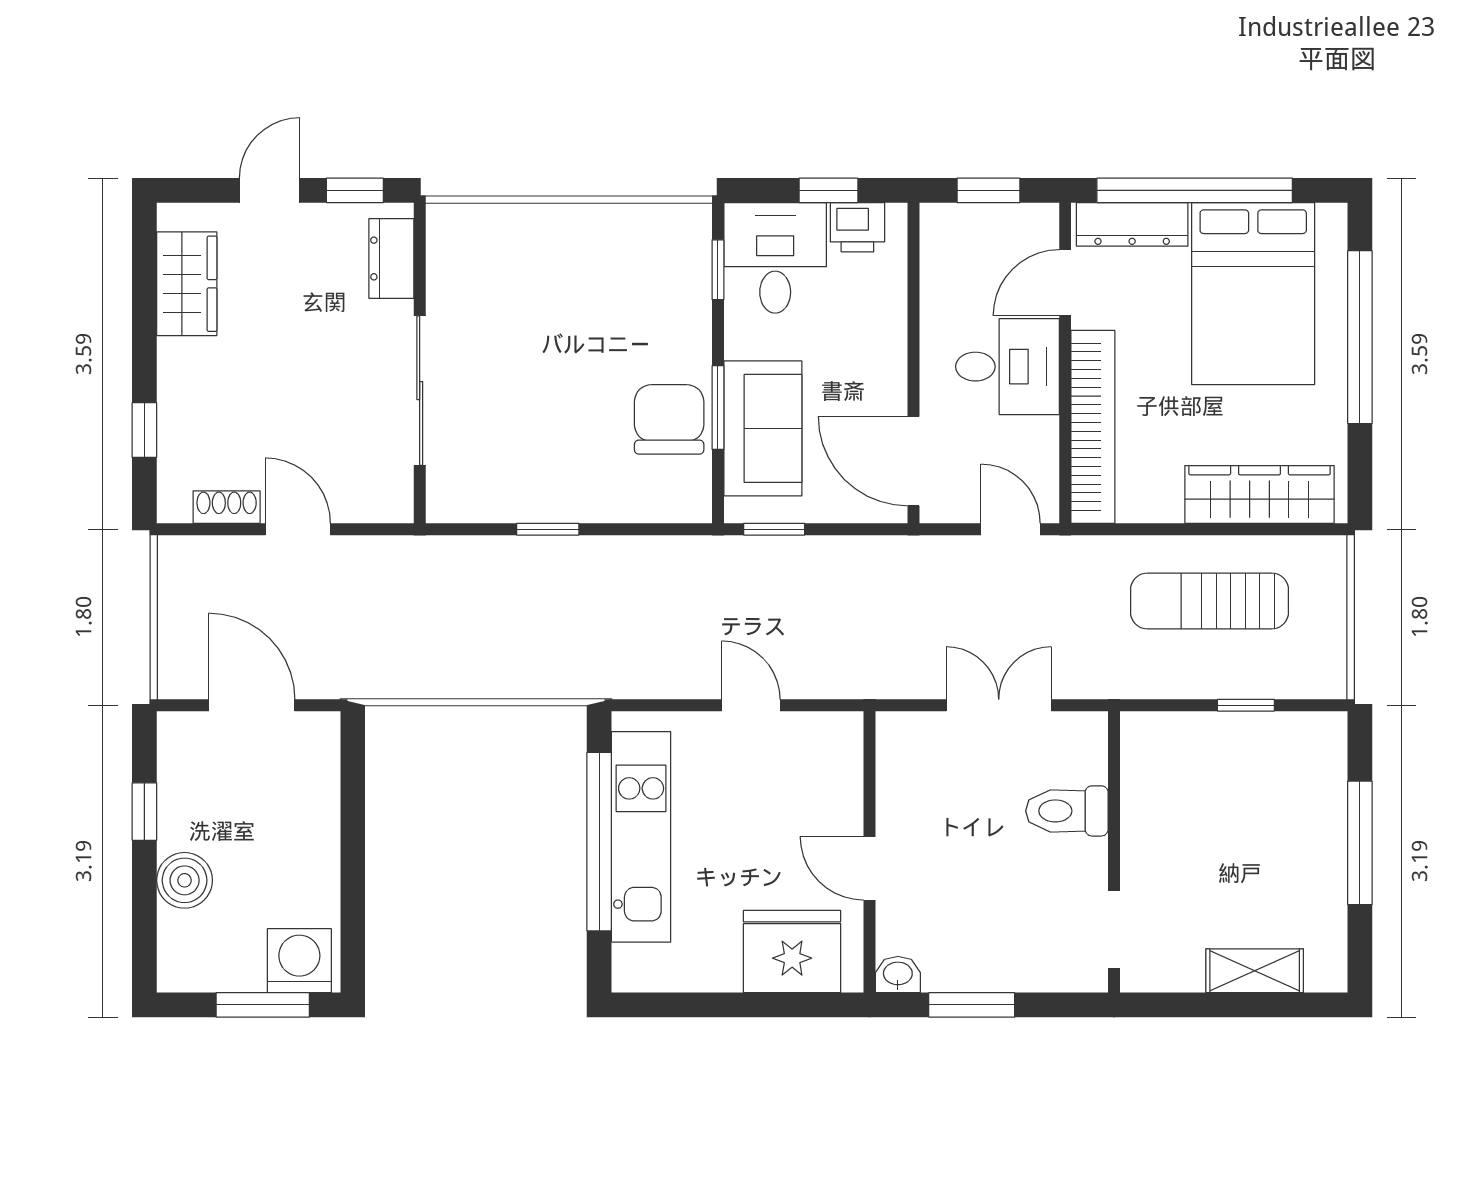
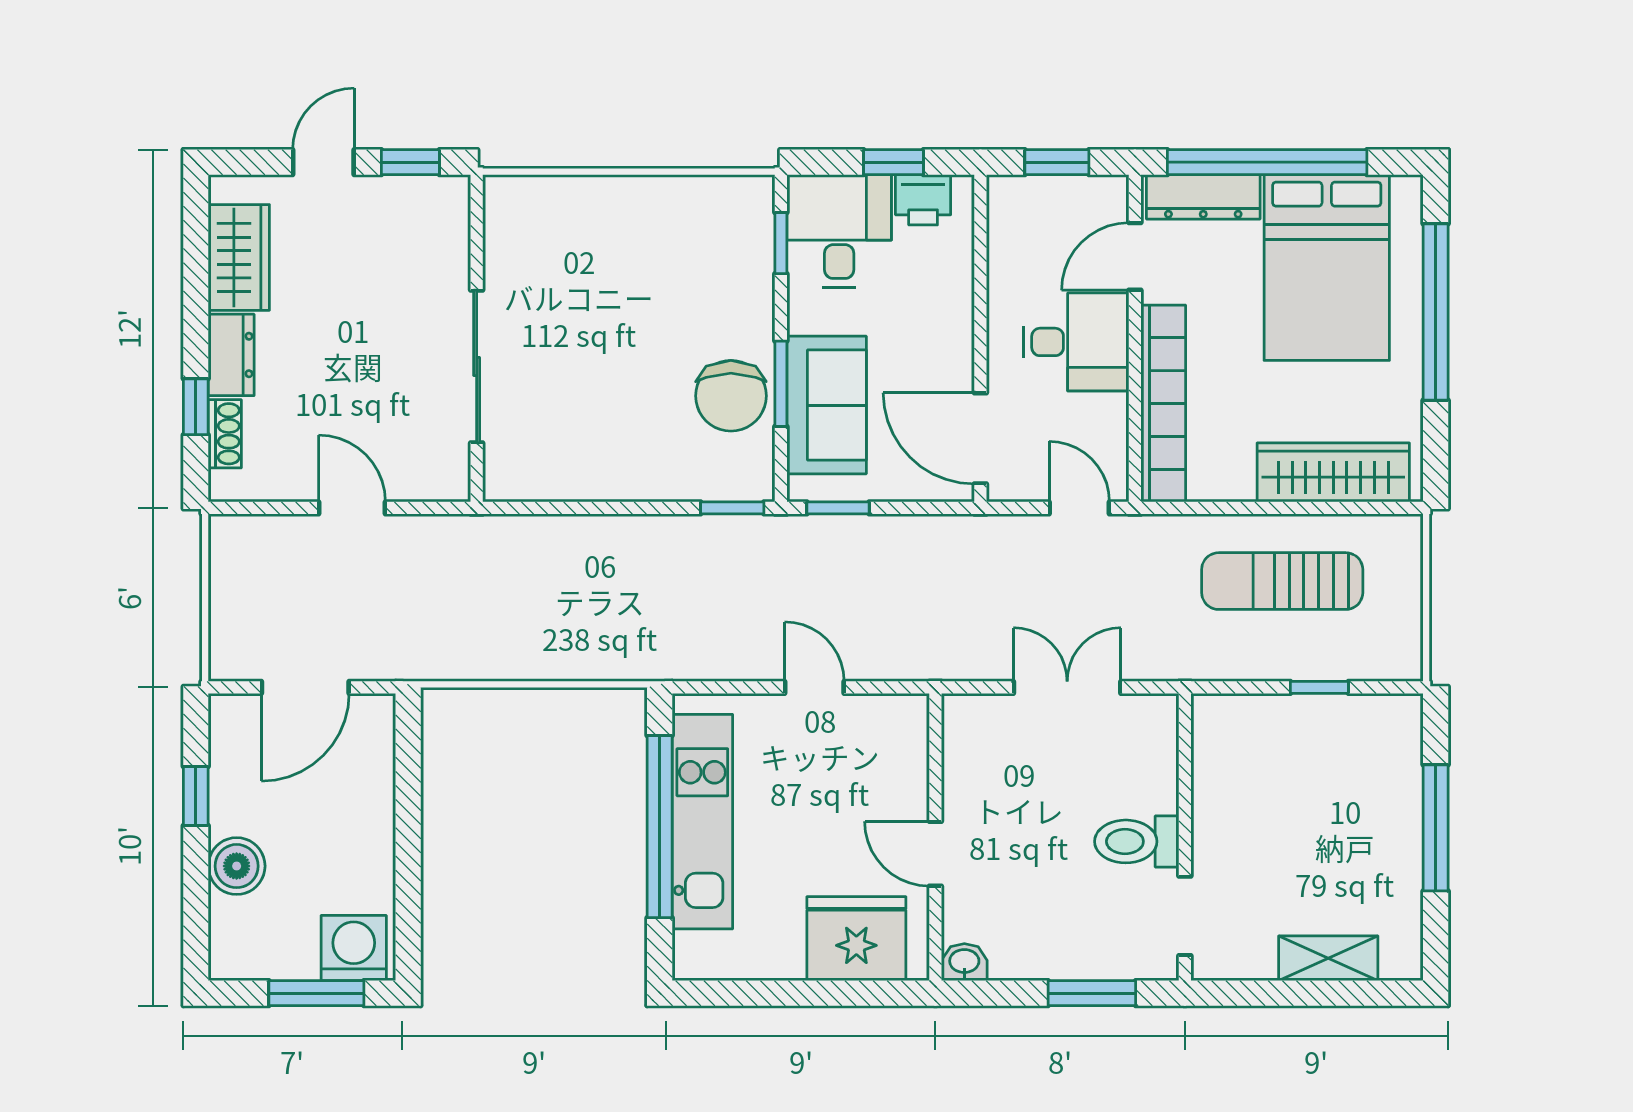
dresser: (391, 258) -> (231, 355), moved, turned 180
chair: (669, 419) -> (731, 396), turned 180
shoe rack: (227, 507) -> (225, 434), moved, turned 90
window: (548, 529) -> (732, 508), moved
door: (252, 705) -> (305, 687), swing flipped
toilet: (1067, 811) -> (1137, 841), moved
window: (972, 1005) -> (1092, 993), moved

